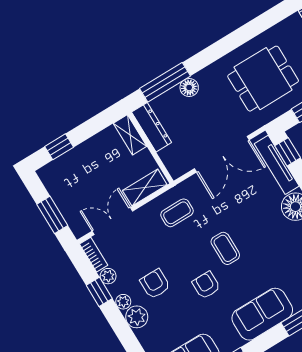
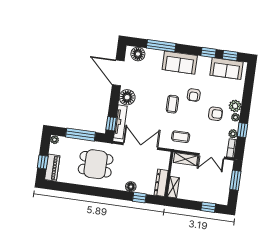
window: (165, 82) -> (139, 198), width x0.46
armchair: (155, 284) -> (215, 114), turned -90

